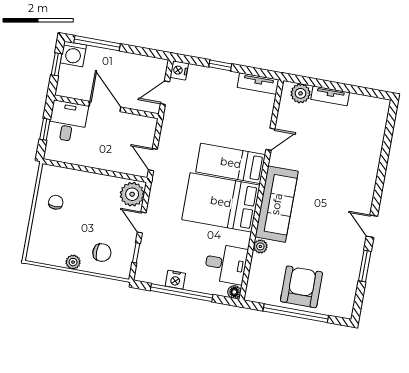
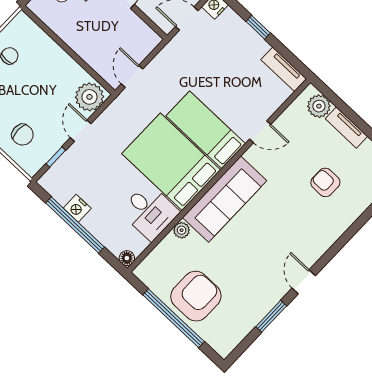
armchair: (341, 145) -> (325, 182), added
desk: (226, 264) -> (149, 212), moved

